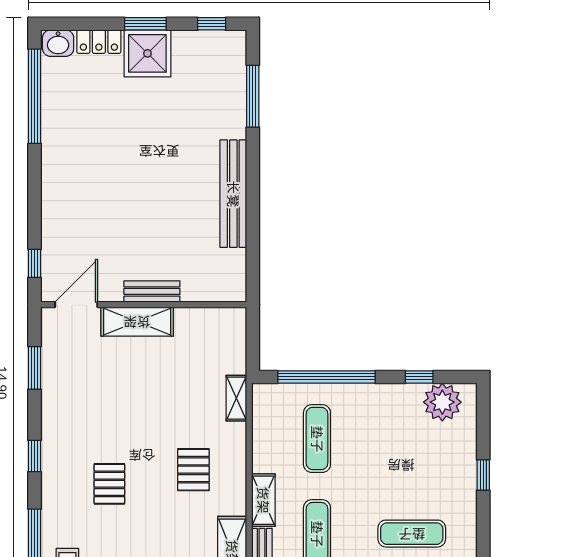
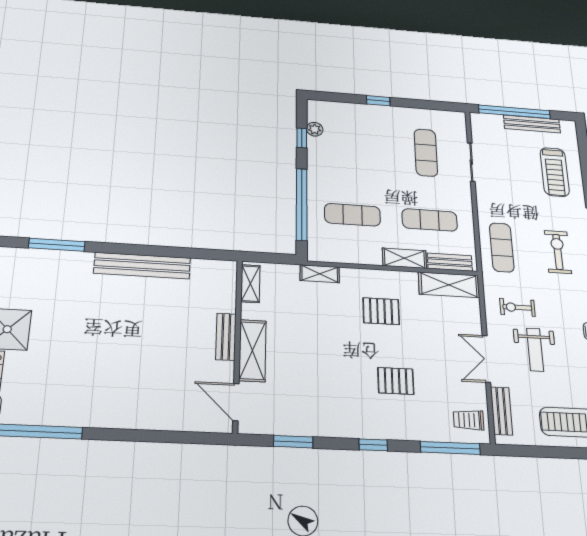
window: (35, 263) -> (196, 438), removed
shelving: (219, 318) -> (250, 284), added
plant: (442, 402) -> (315, 129), width x0.53, depth x0.53

